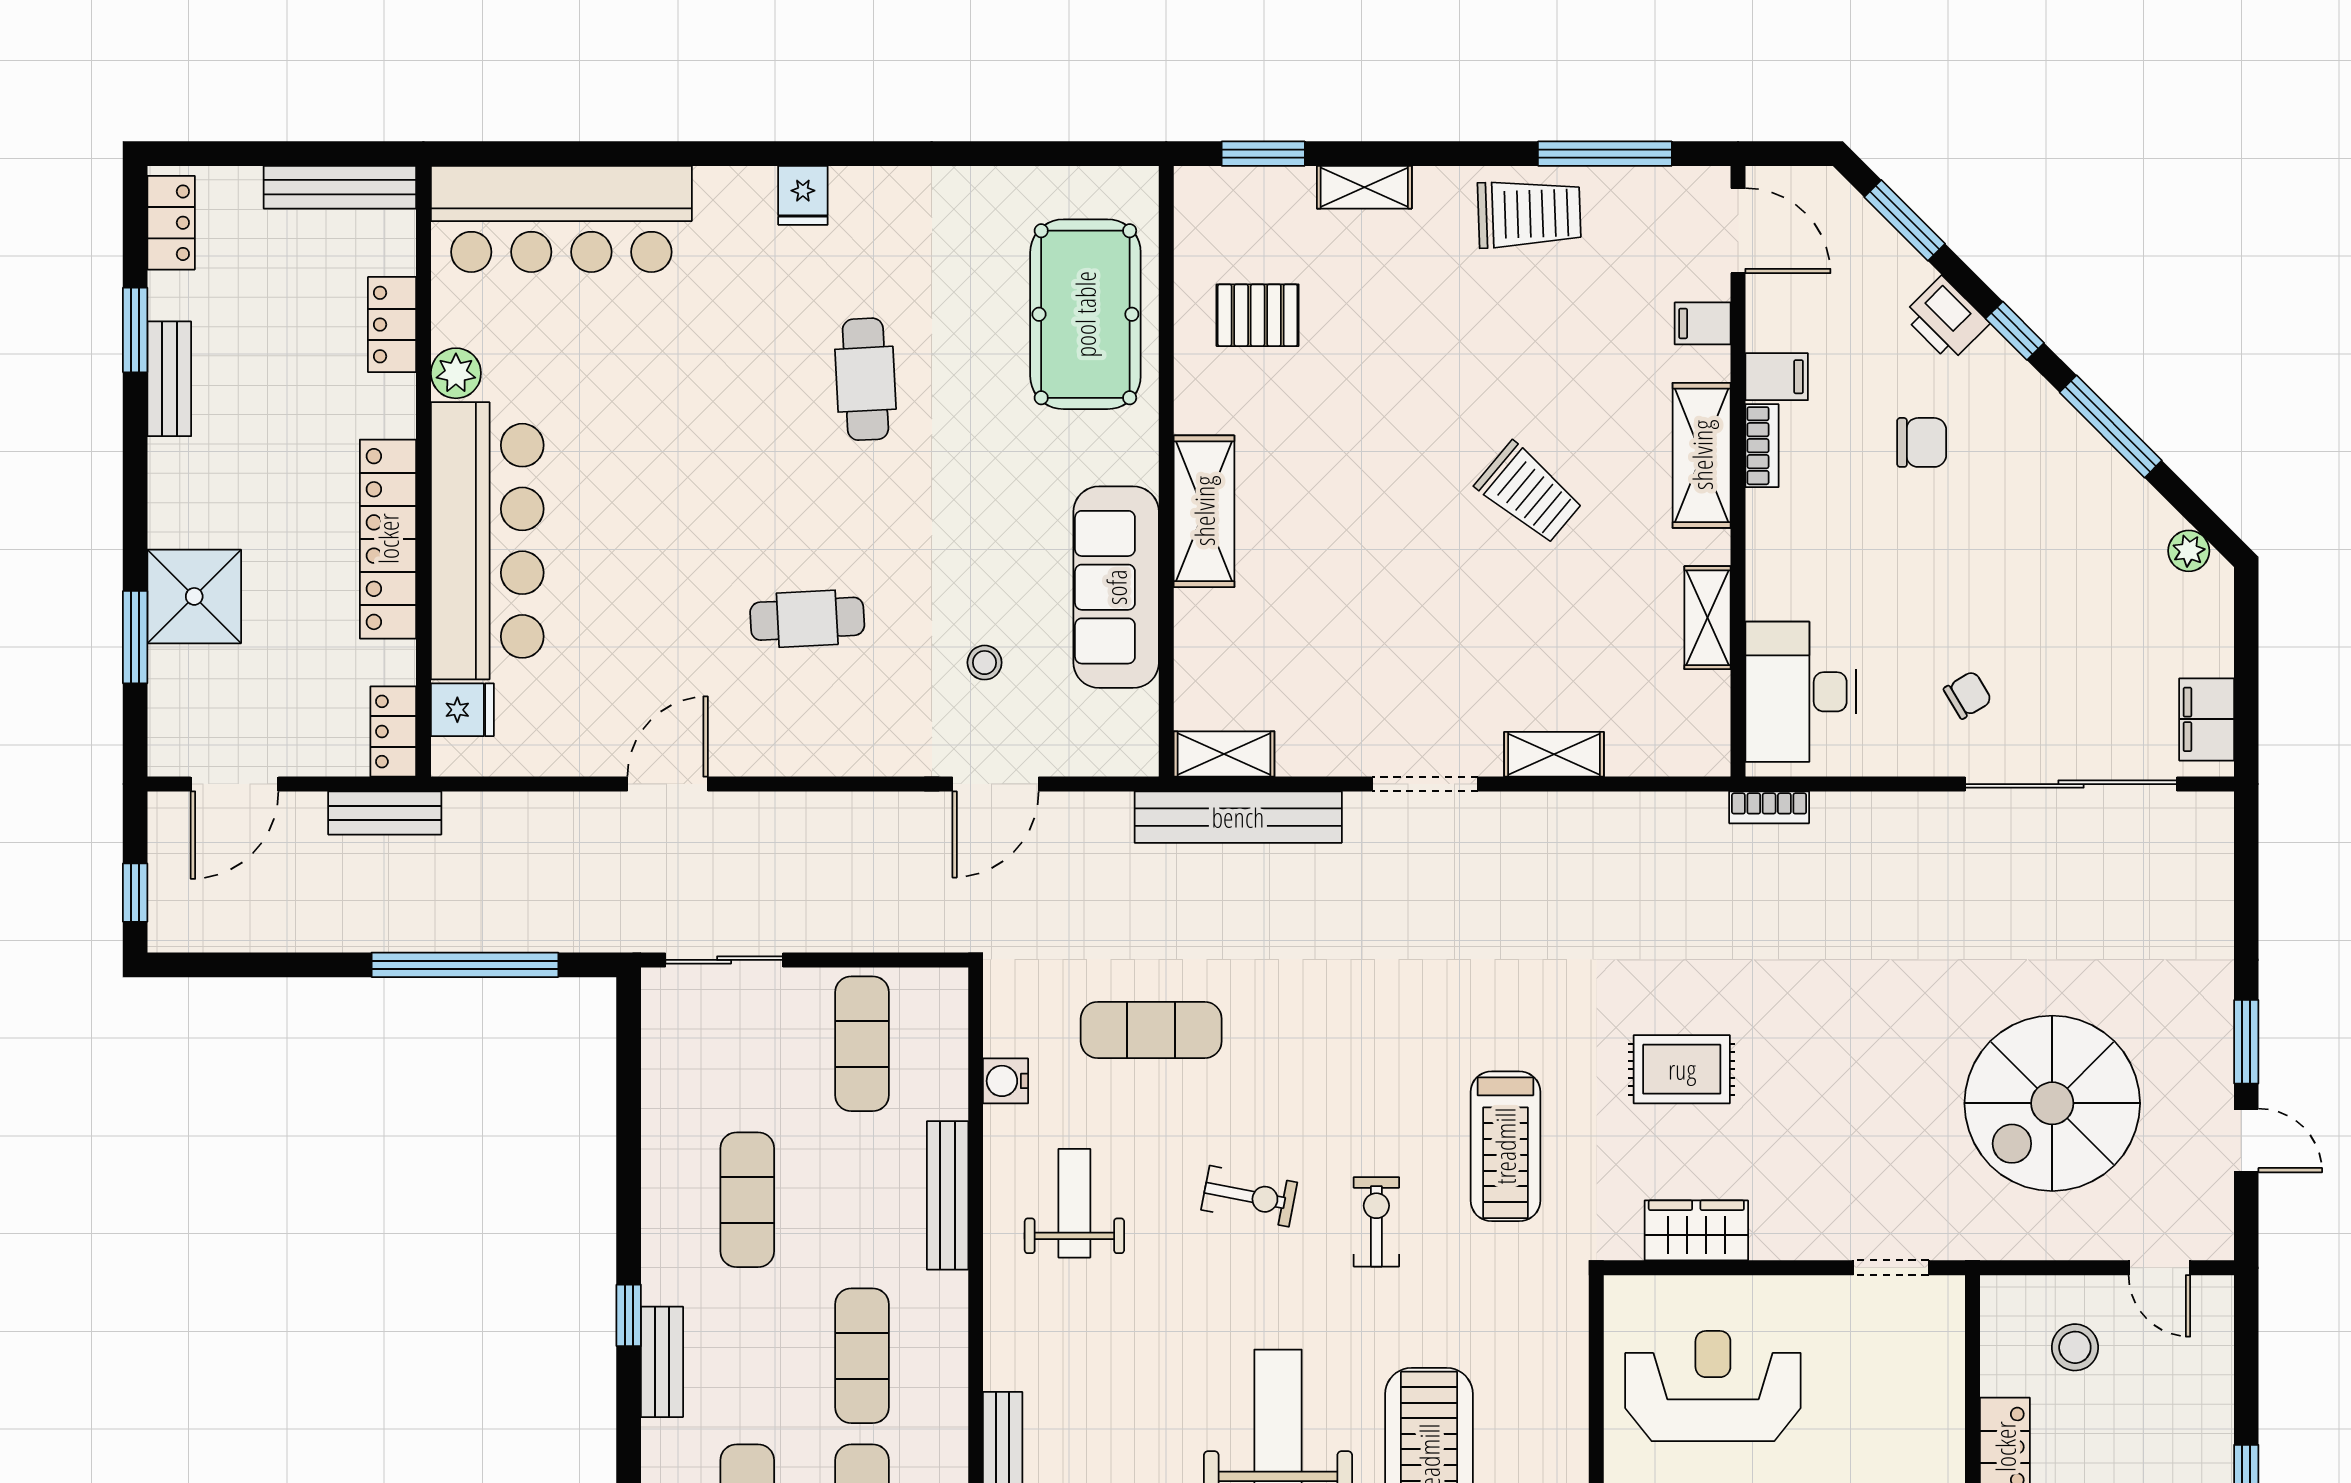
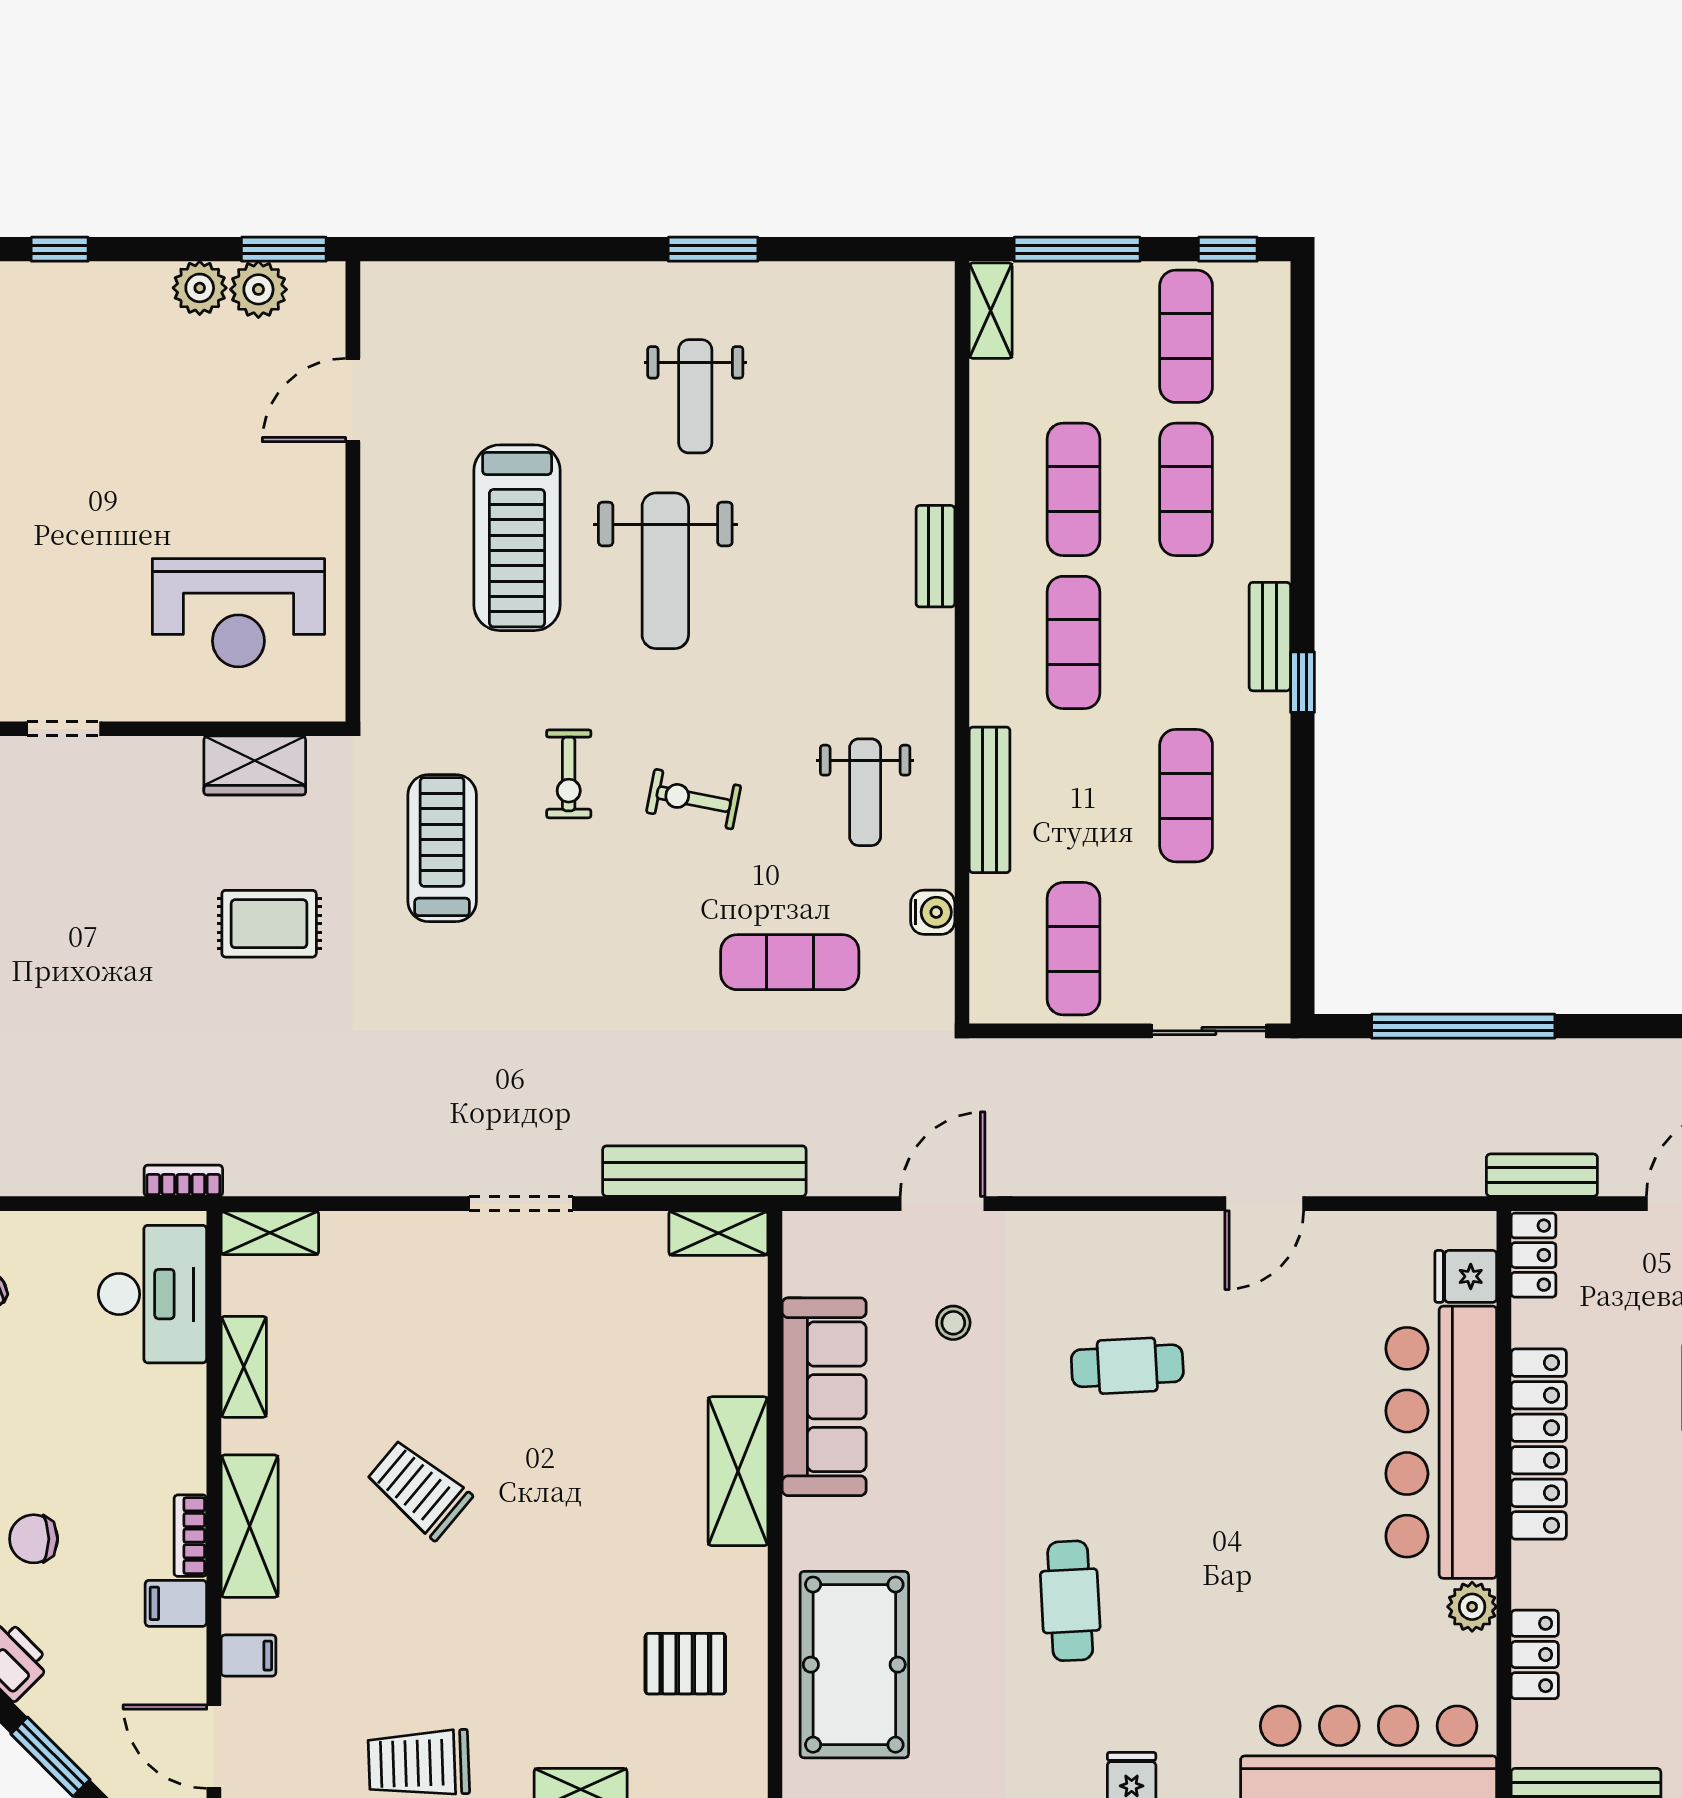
shelving: (1554, 754) -> (270, 1233), moved

